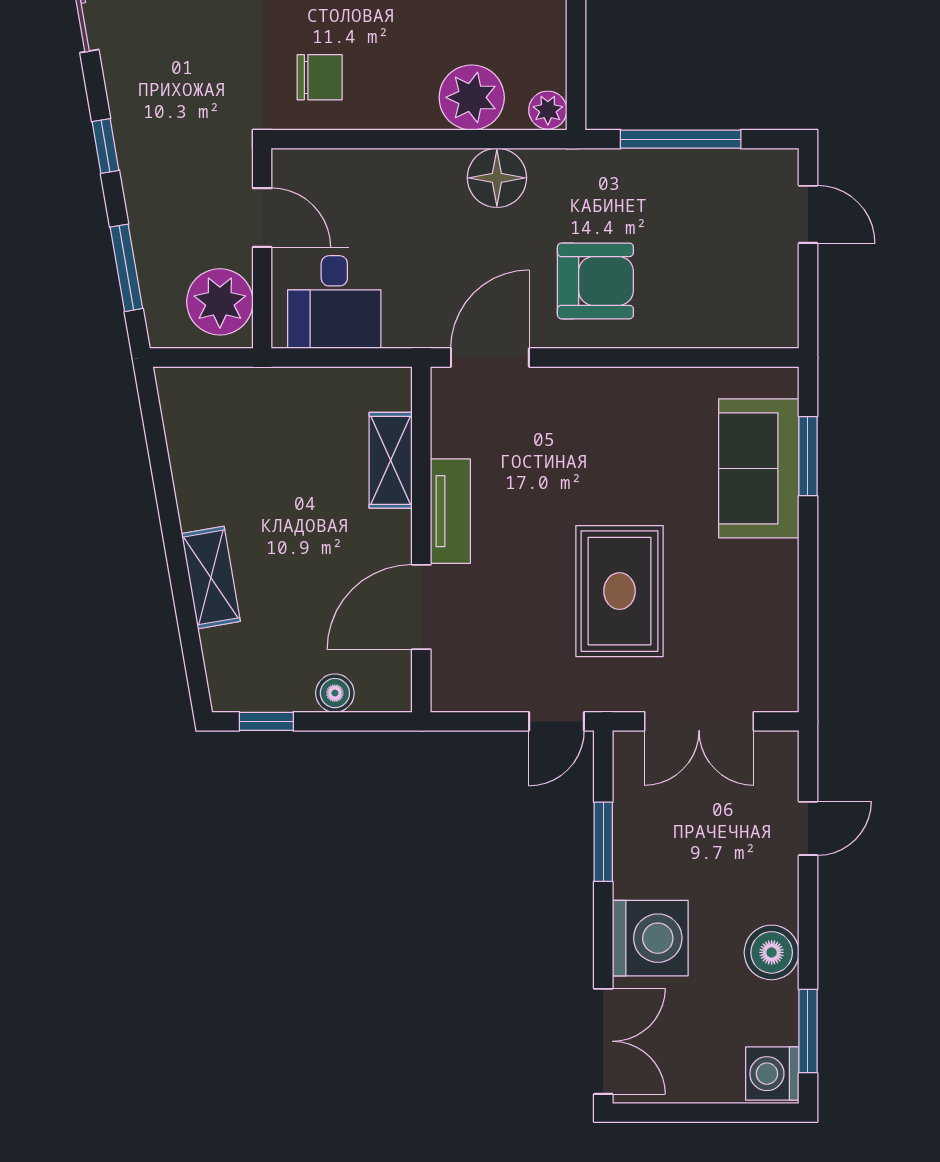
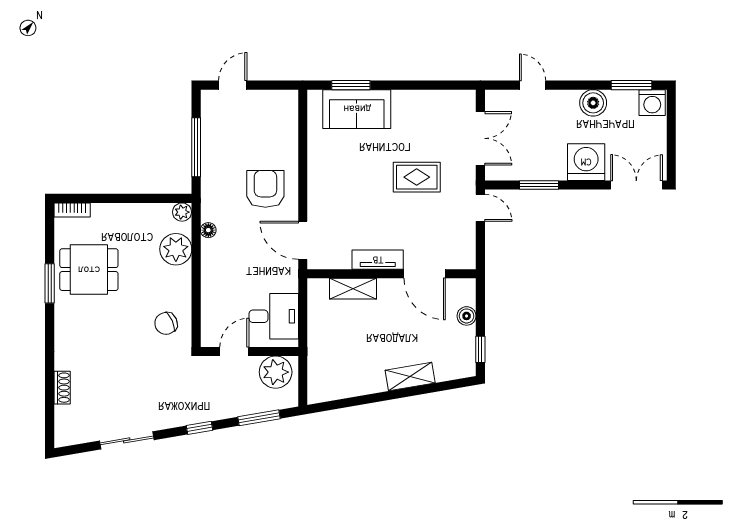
chair: (320, 77) -> (166, 323), turned -114
floor lamp: (497, 178) -> (208, 230), width x0.53, depth x0.53
rug: (619, 591) -> (417, 177), width x0.73, depth x0.70

